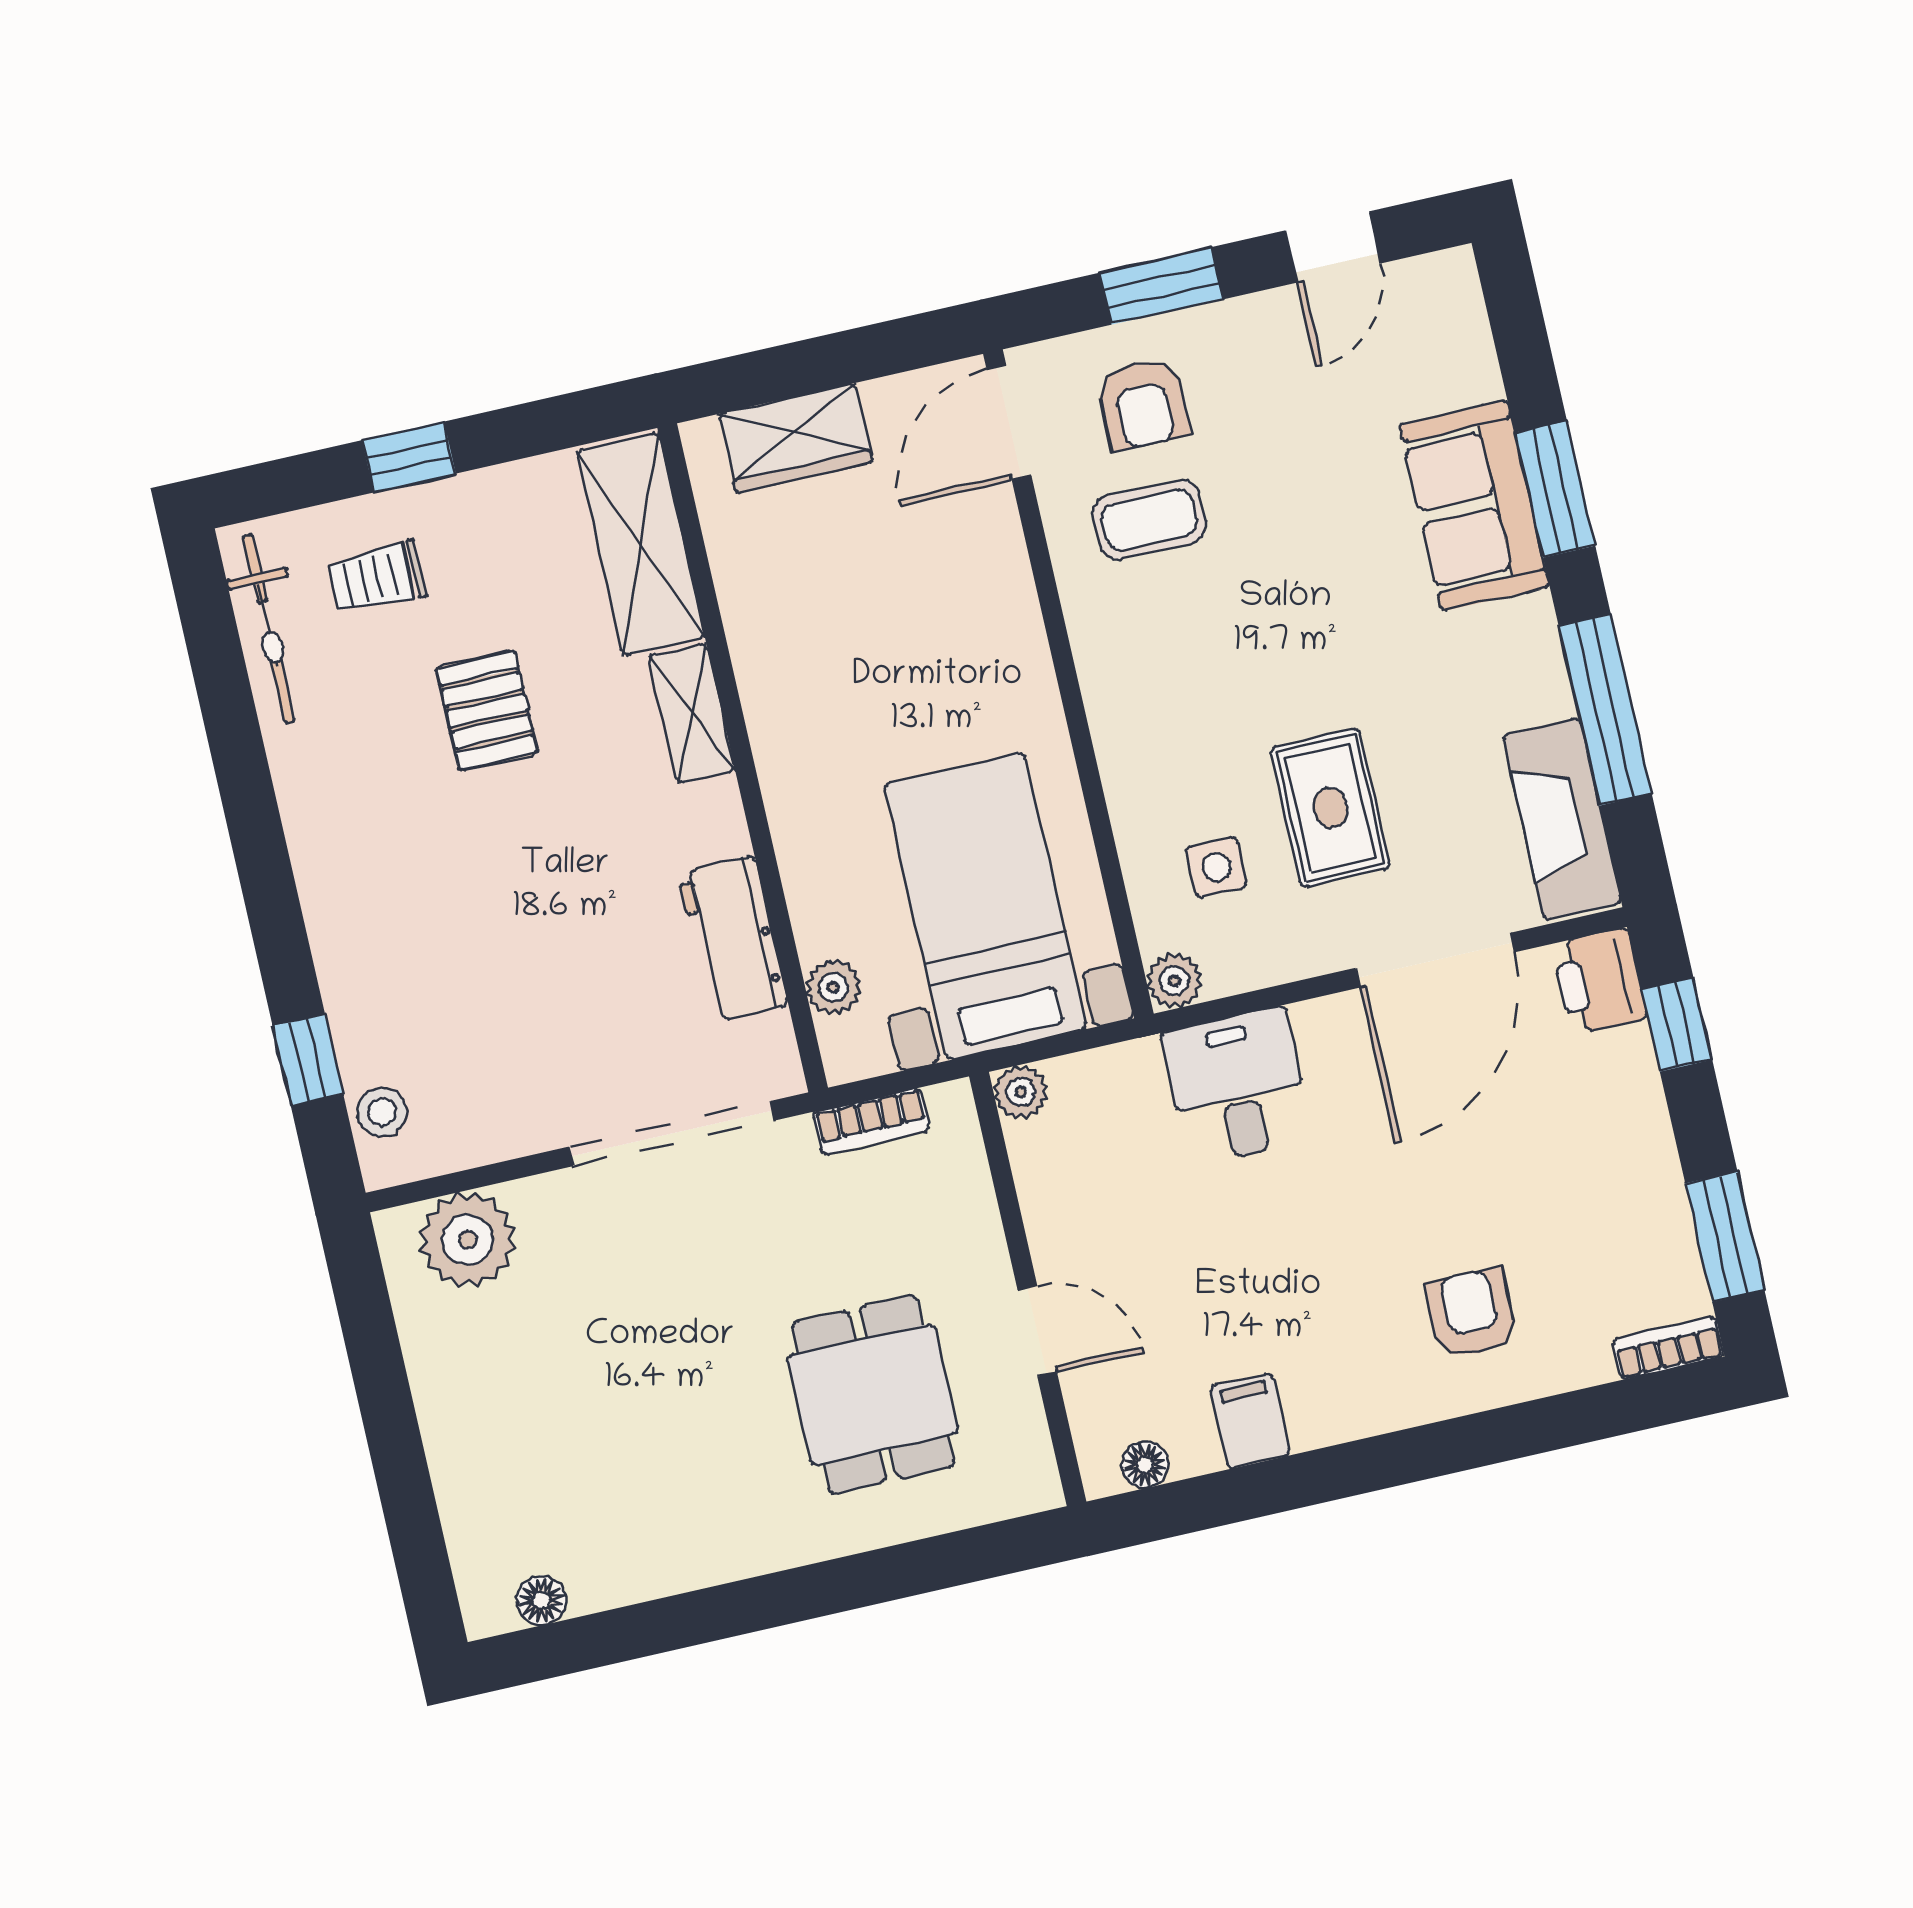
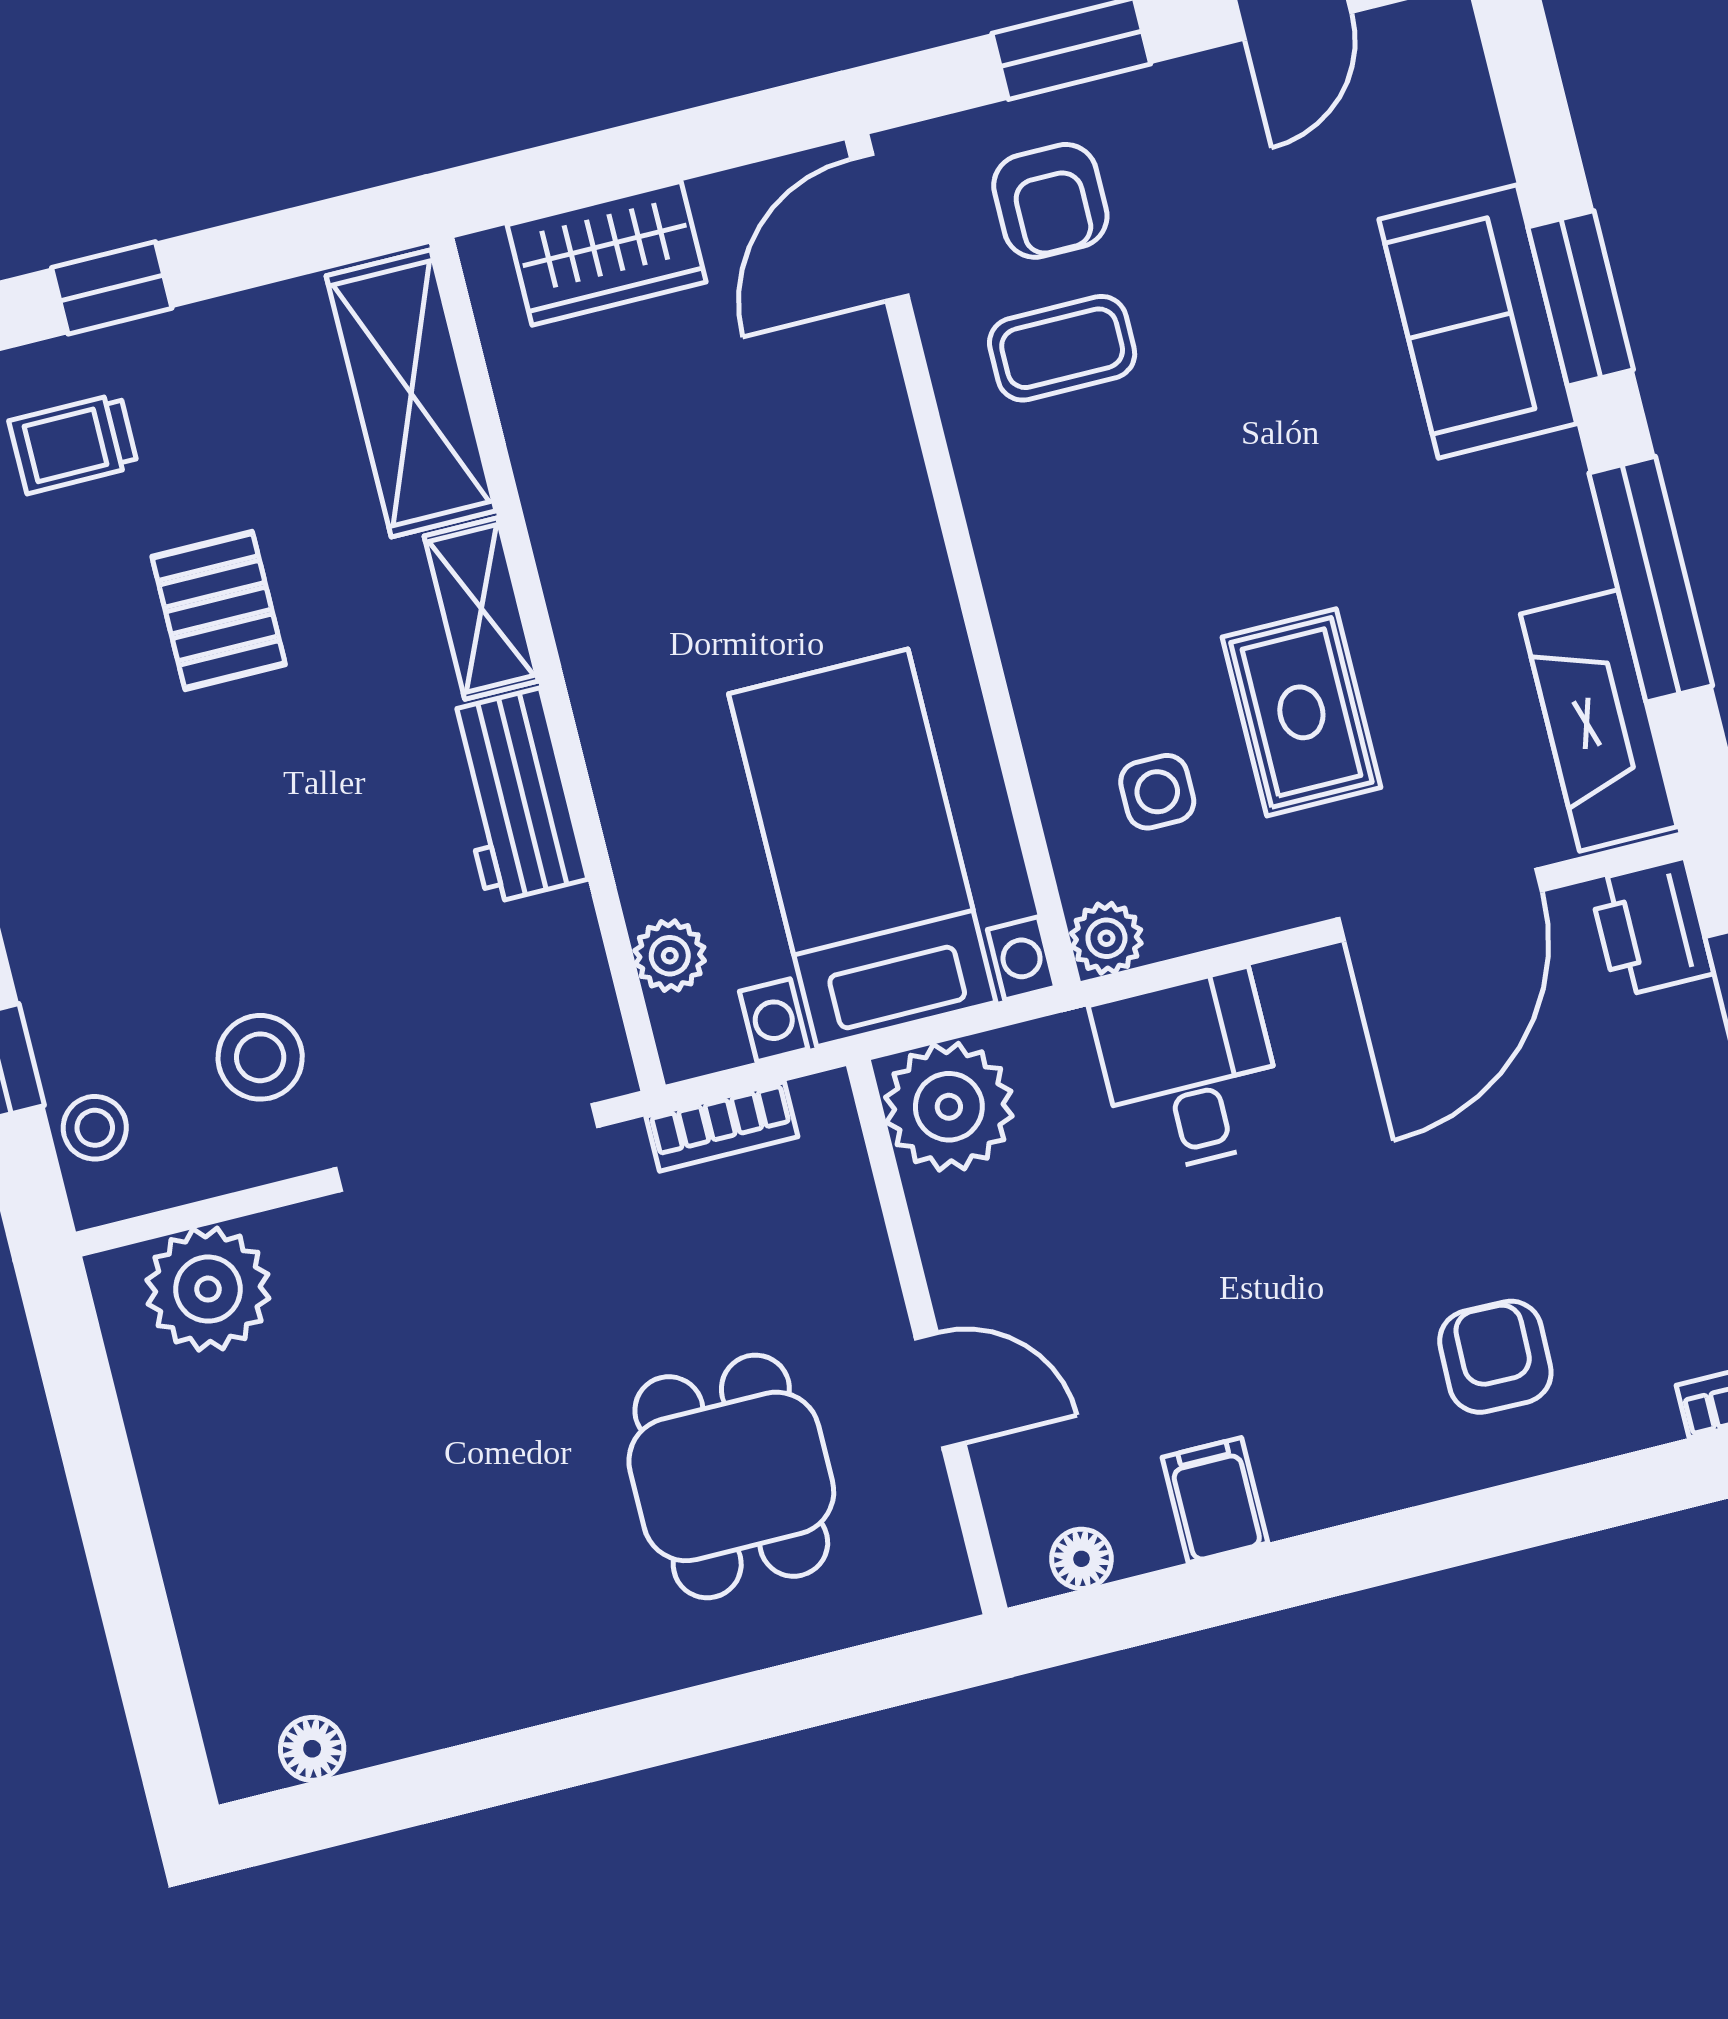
workbench: (733, 939) -> (514, 796), moved
stool: (512, 1060) -> (260, 1057), added
plant: (1021, 1092) -> (949, 1107), width x1.88, depth x1.88

